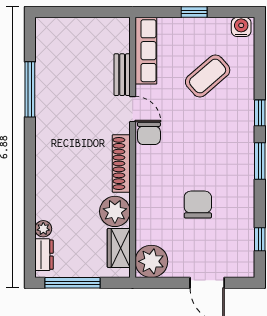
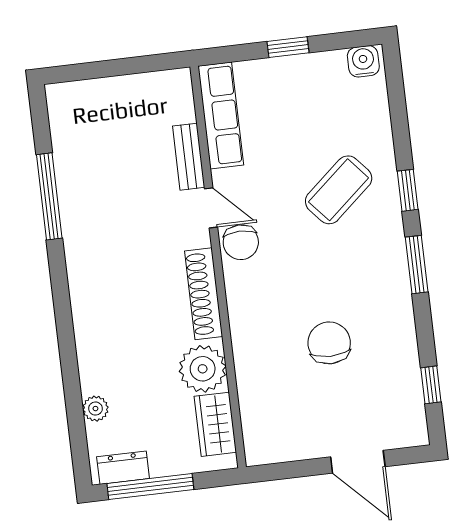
coffee table: (208, 76) -> (339, 190), moved
dresser: (44, 255) -> (123, 468), moved, turned -90
plant: (151, 261) -> (268, 439), removed

